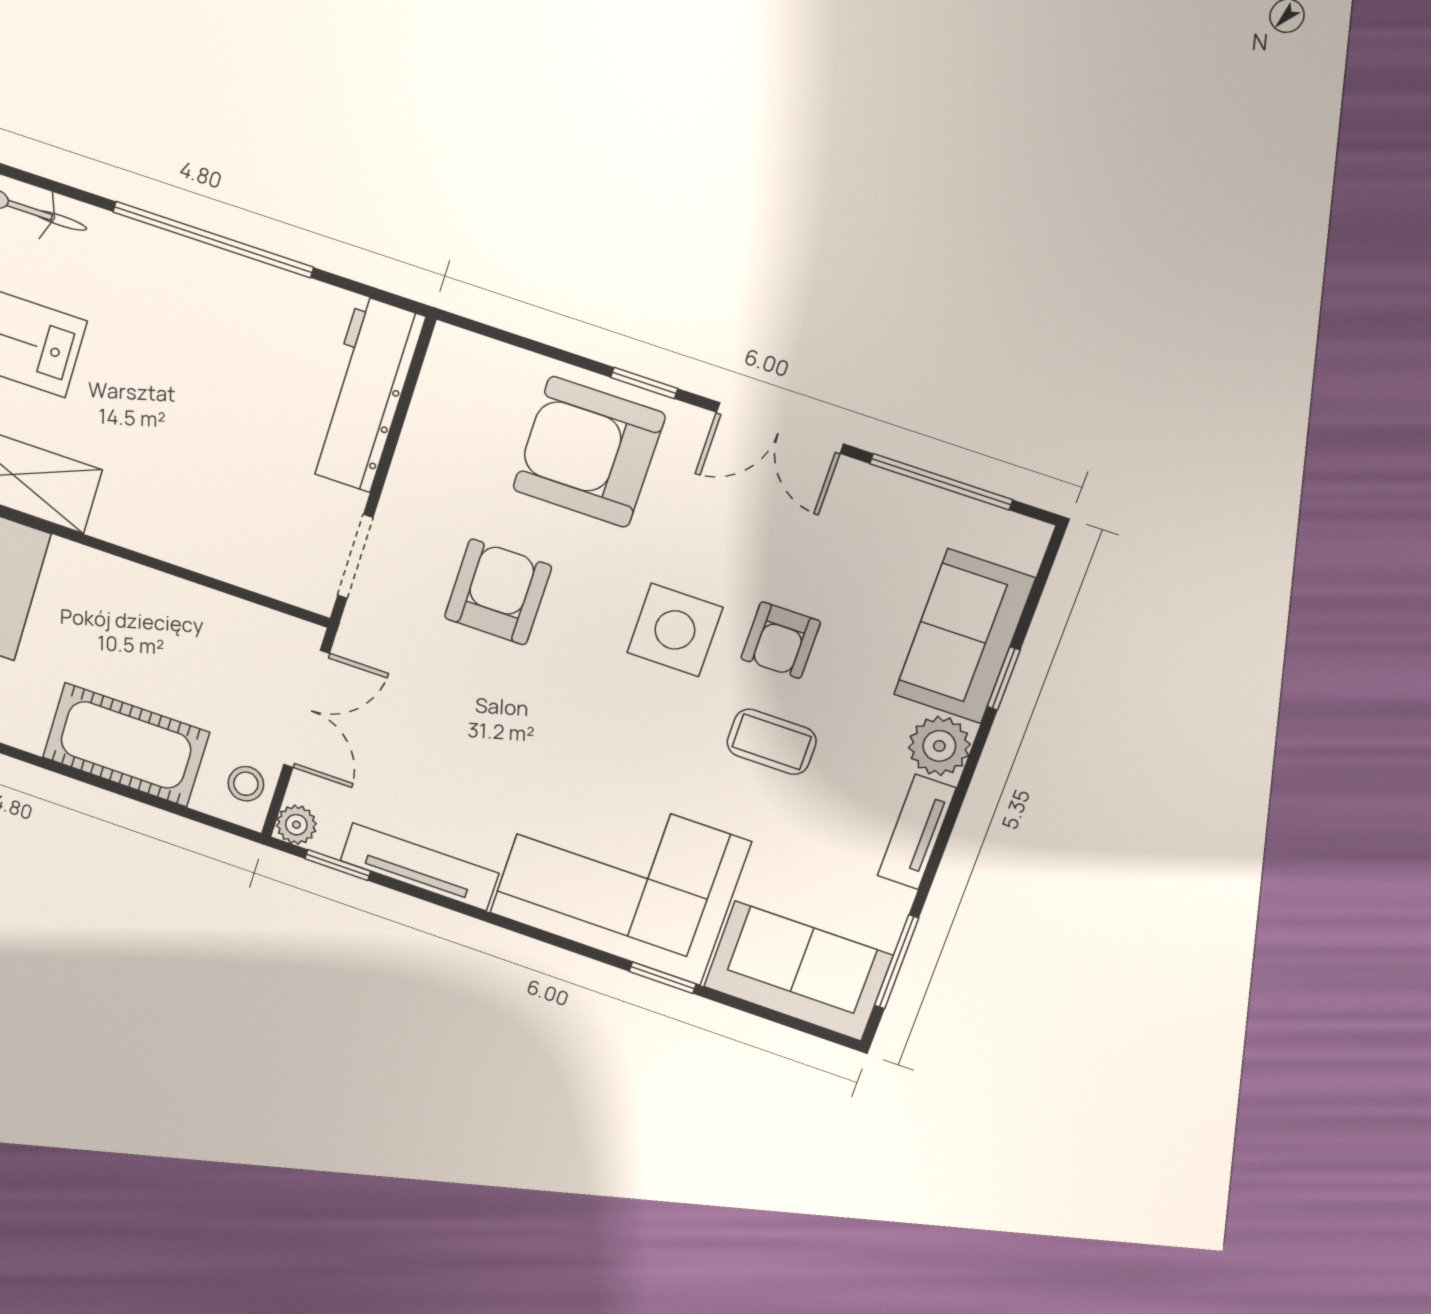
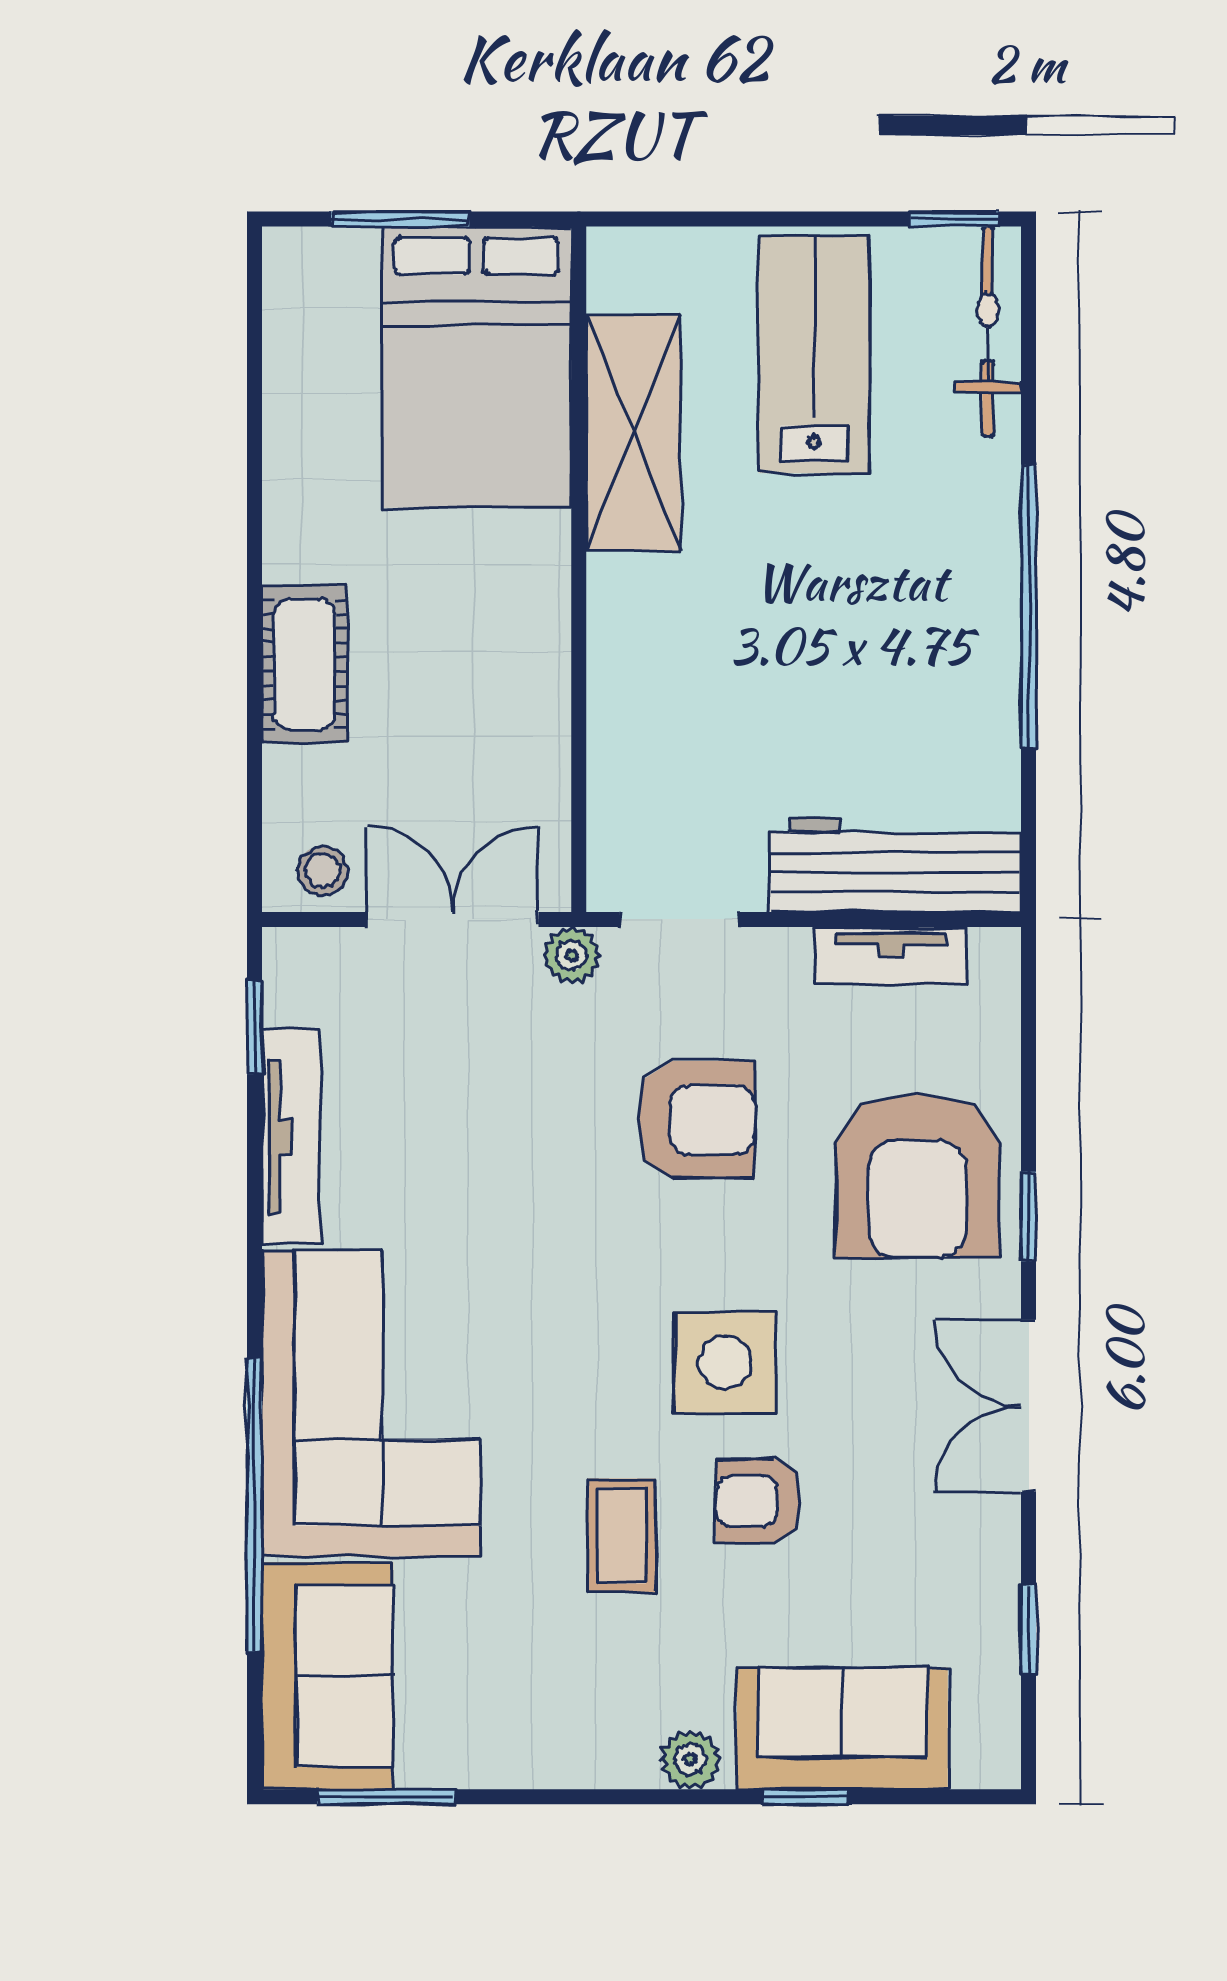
armchair: (589, 452) -> (917, 1176), turned 180
window: (941, 482) -> (1029, 1629), width x0.46
double door: (306, 709) -> (453, 919), swing flipped
cot: (126, 745) -> (304, 664), width x0.73, depth x0.75
plant: (939, 746) -> (690, 1760), width x0.73, depth x0.73
plant: (296, 825) -> (572, 955), moved
tv unit: (917, 832) -> (891, 956), moved, turned 180
window: (663, 978) -> (254, 1505), width x3.17

